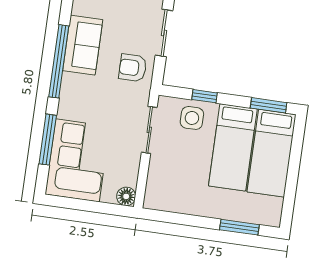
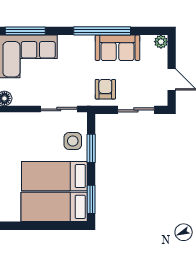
window: (204, 96) -> (91, 148), width x1.50
window: (48, 140) -> (25, 31), moved

